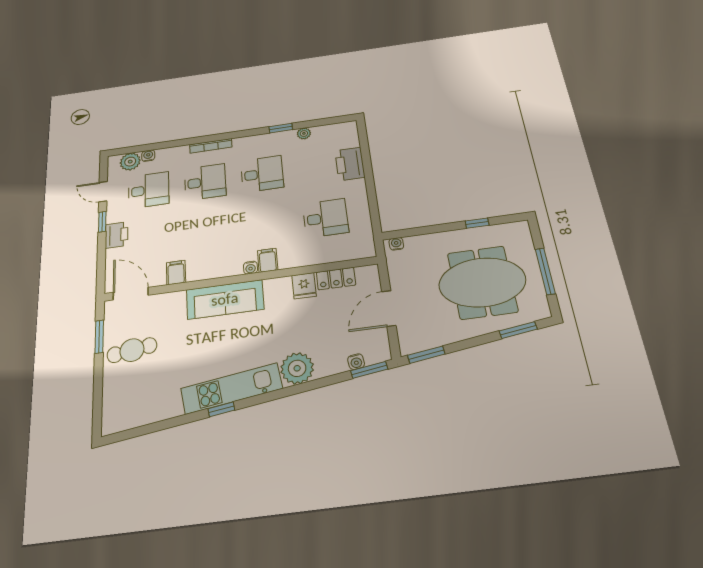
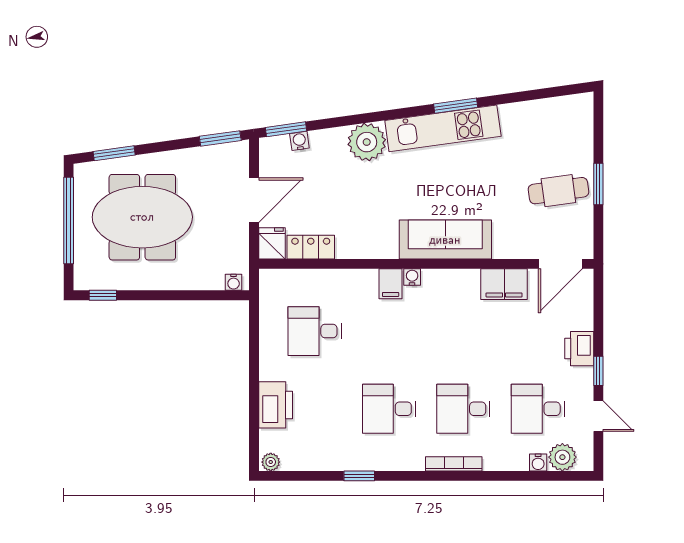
plant: (304, 133) -> (271, 462), moved
window: (477, 223) -> (103, 295), moved
window: (545, 271) -> (69, 220), width x1.46
filing cabinet: (176, 273) -> (504, 284), width x2.00
fridge: (304, 286) -> (272, 243), moved
door: (131, 294) -> (560, 264), hinge flipped
window: (99, 337) -> (598, 184), moved
window: (221, 409) -> (456, 106), width x1.50

